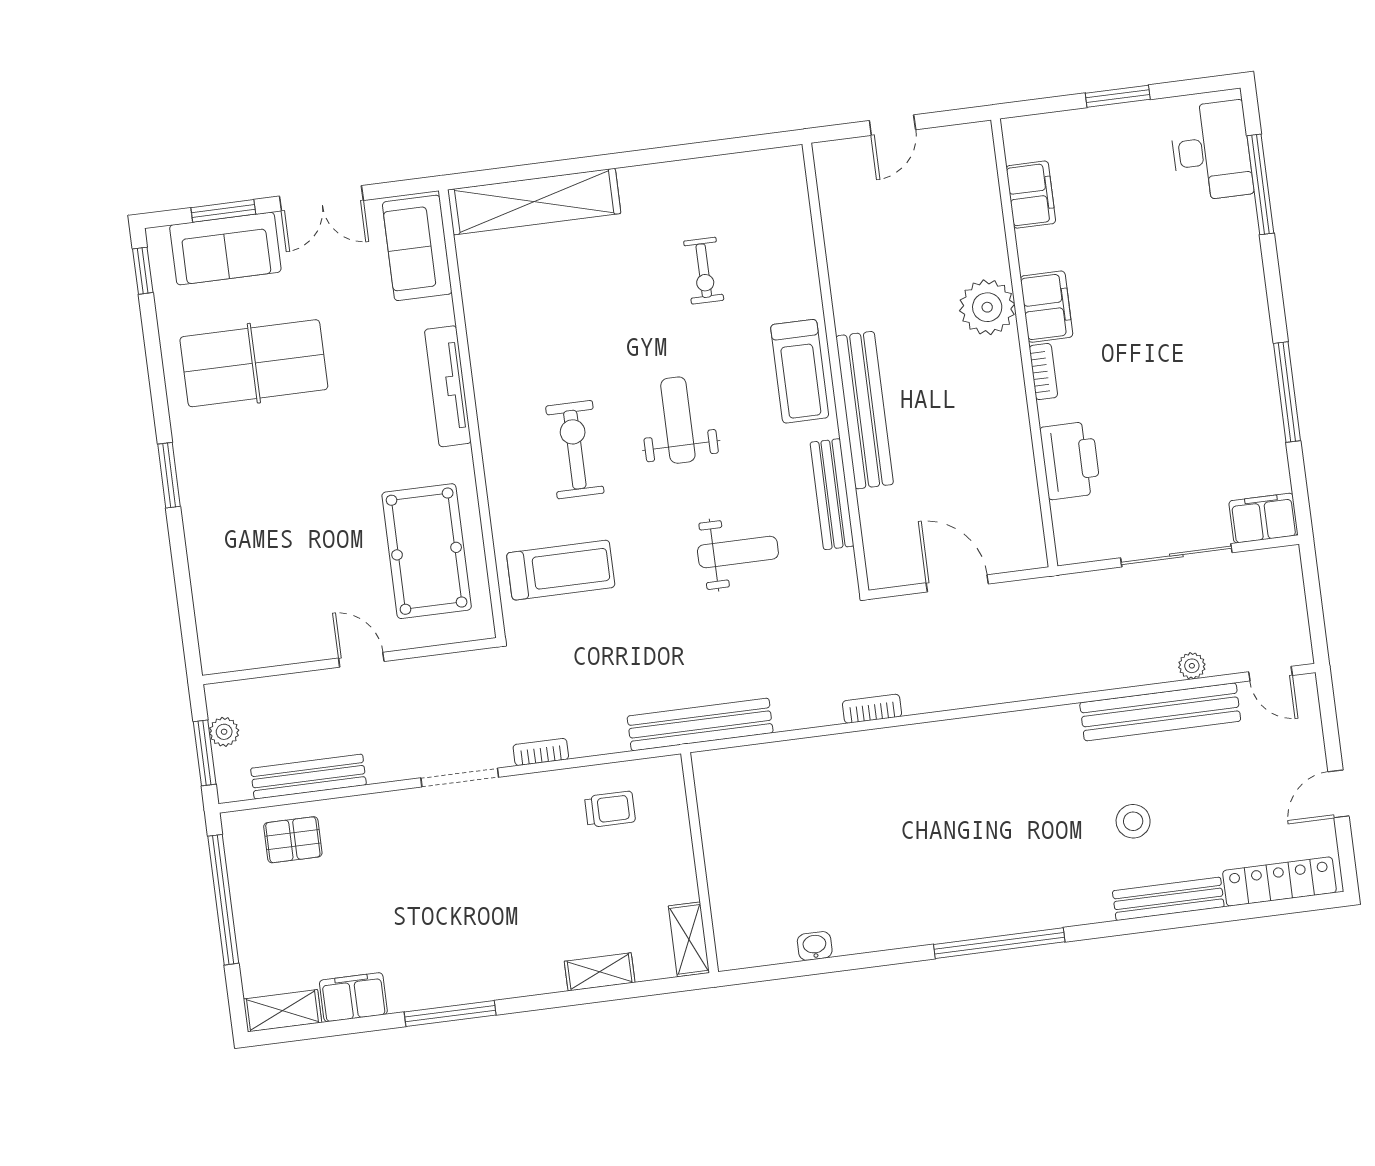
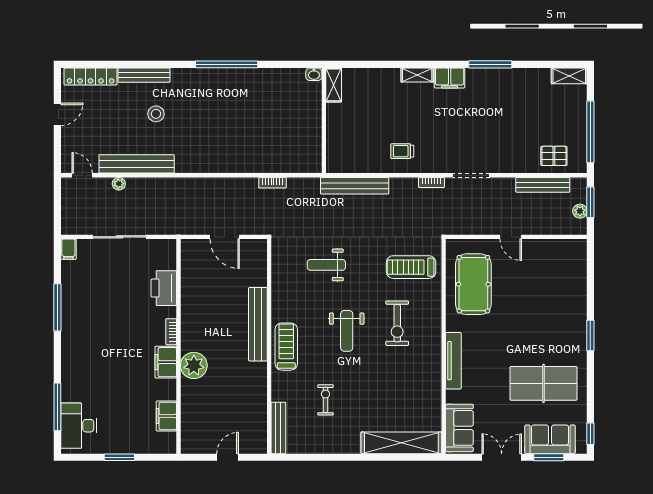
bench: (832, 494) -> (278, 428), moved
filing cabinet: (1263, 518) -> (68, 249), width x0.50
wall: (700, 863) -> (324, 120), moved
shelving: (689, 939) -> (334, 85), moved
filing cabinet: (353, 997) -> (450, 78), moved

